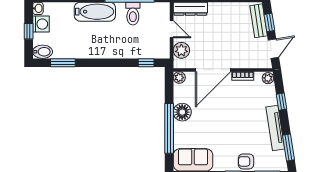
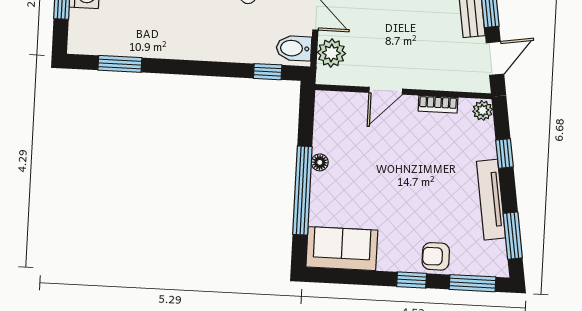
bidet: (43, 52) -> (294, 48), moved, turned 180
door: (213, 70) -> (386, 91), width x0.53
plant: (179, 78) -> (325, 101), removed
floor lamp: (182, 112) -> (320, 162), width x0.53, depth x0.53

